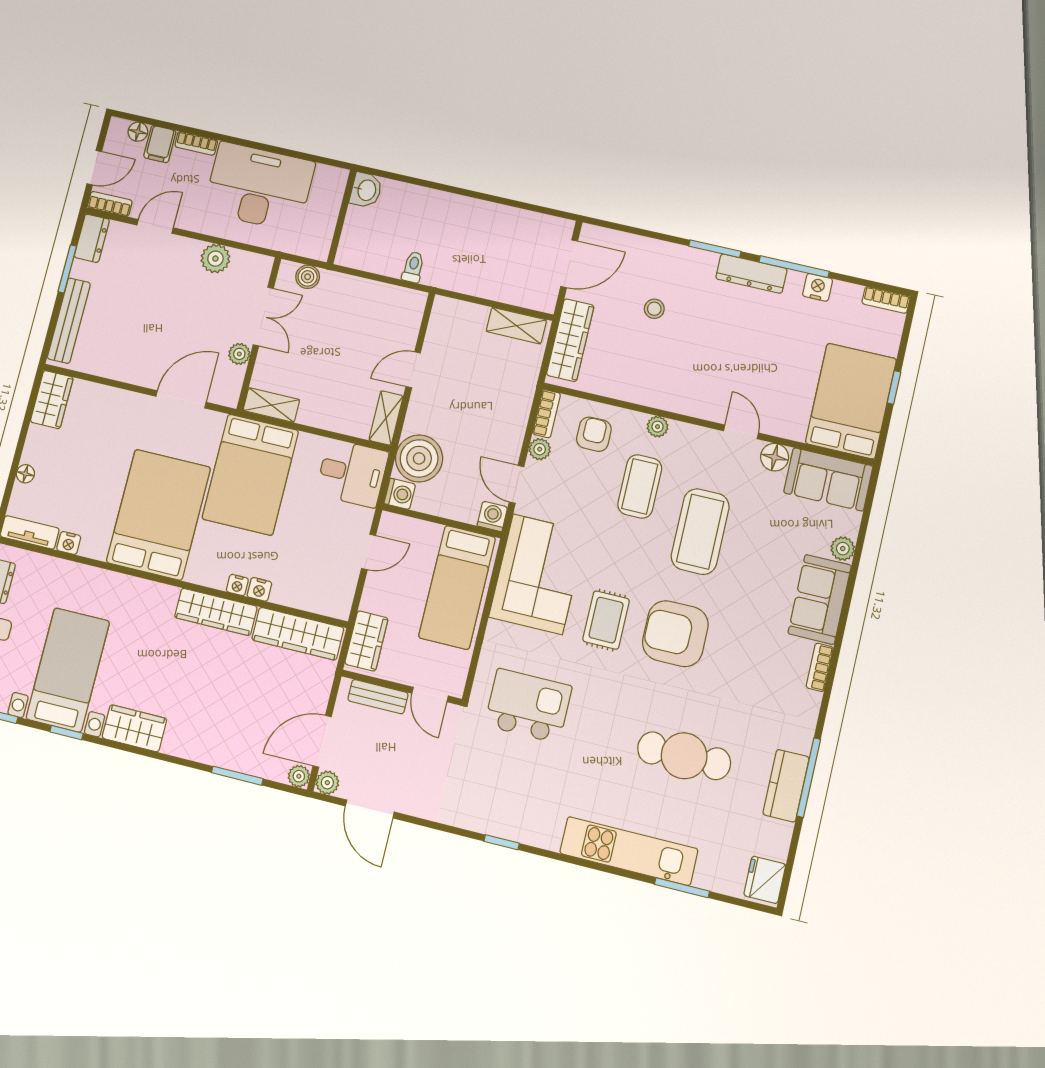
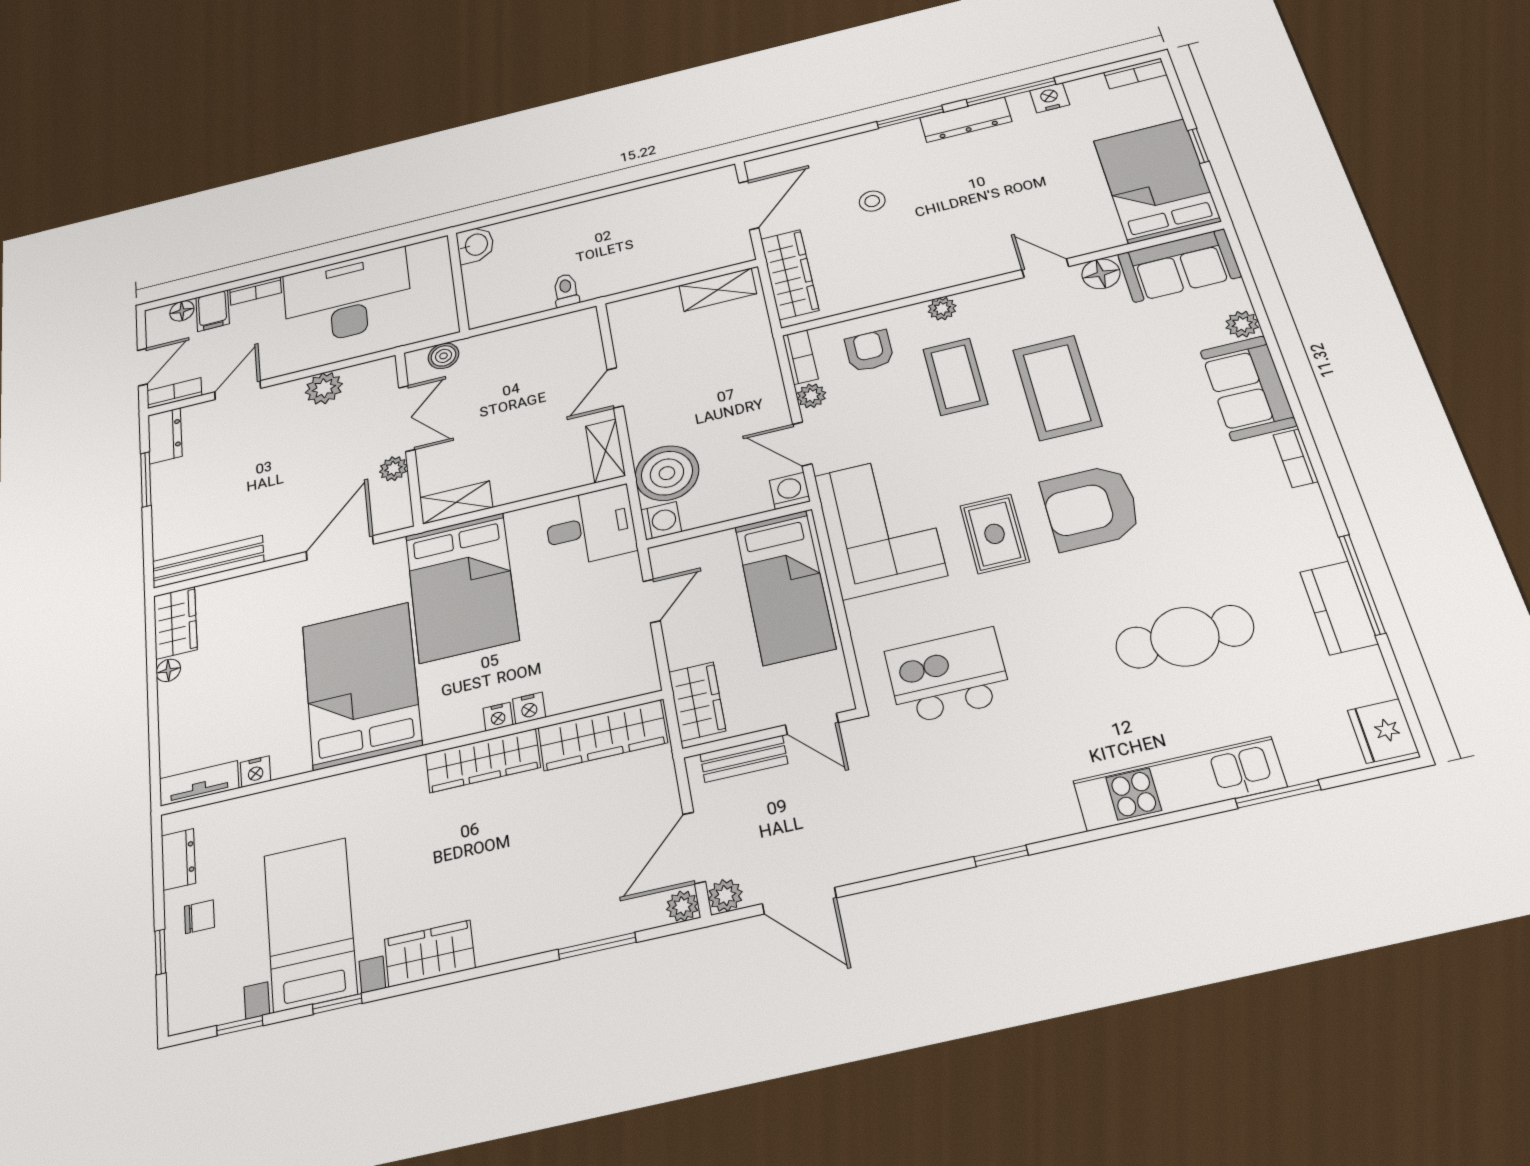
bench: (69, 321) -> (208, 562), moved, turned 90
floor lamp: (25, 474) -> (168, 670), moved

